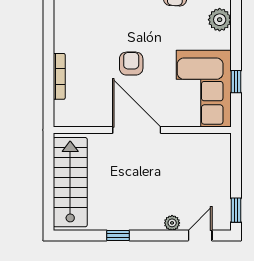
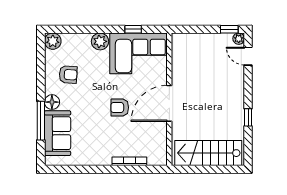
plant: (220, 20) -> (100, 41), moved
plant: (172, 223) -> (239, 39), moved

